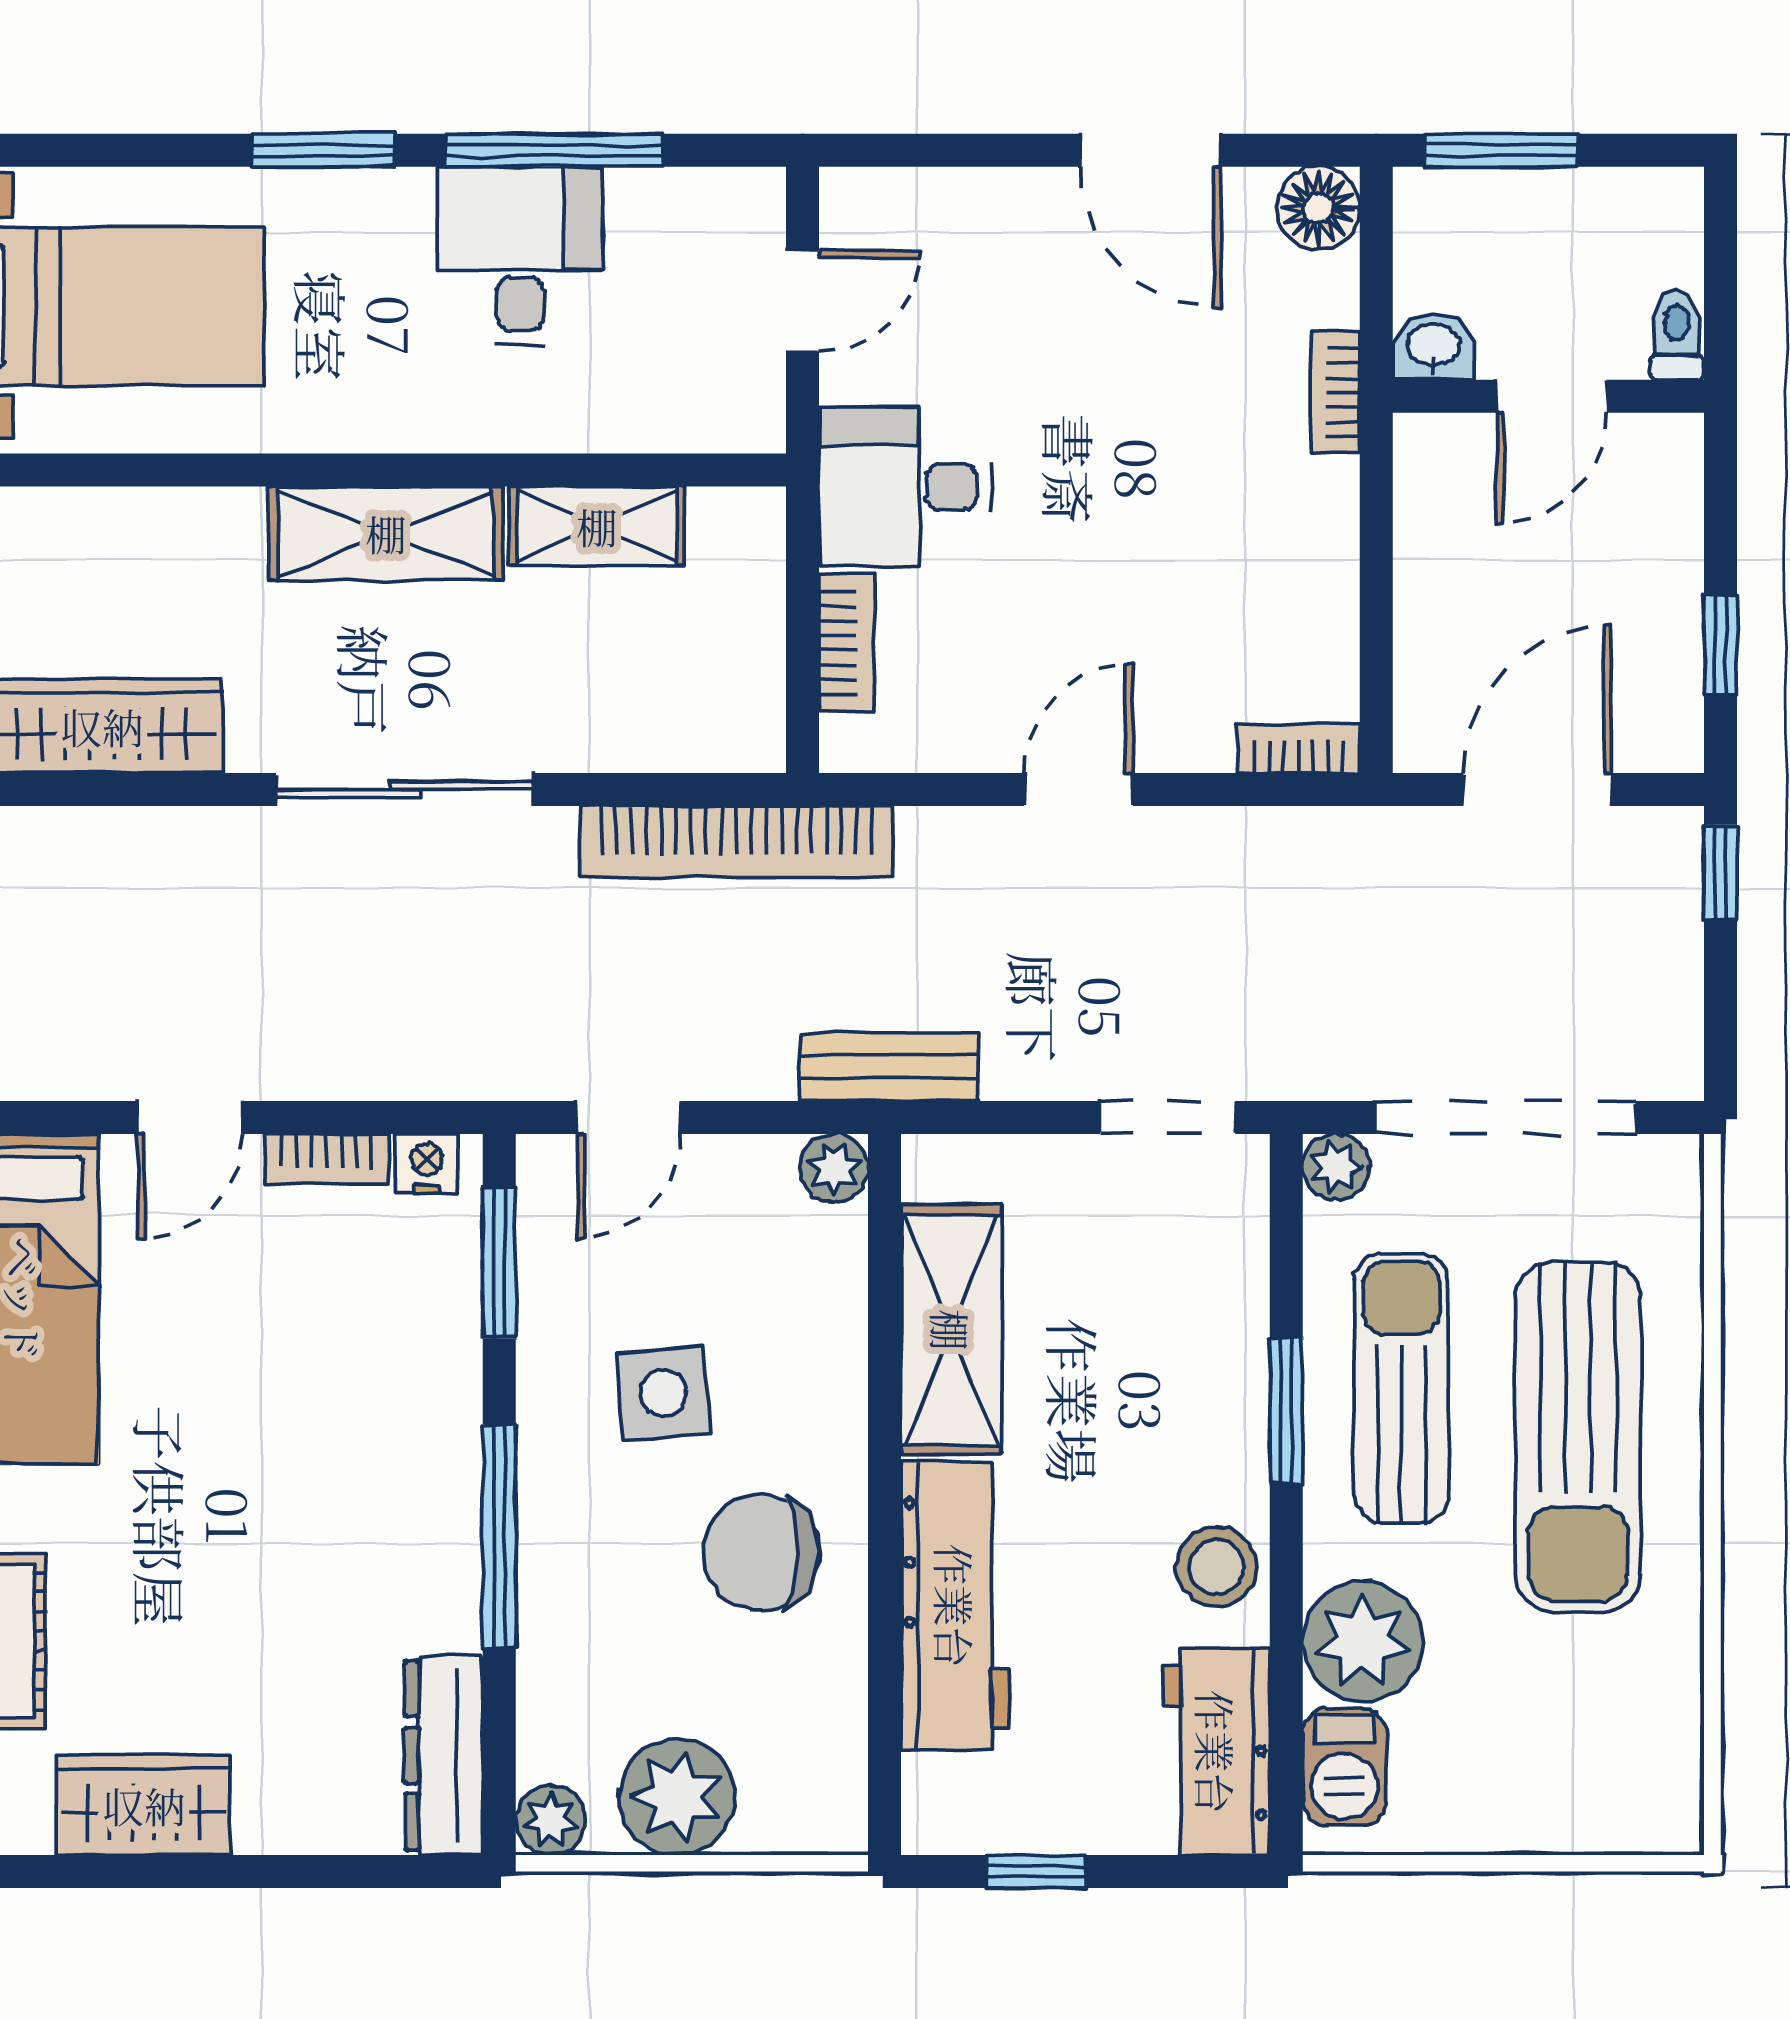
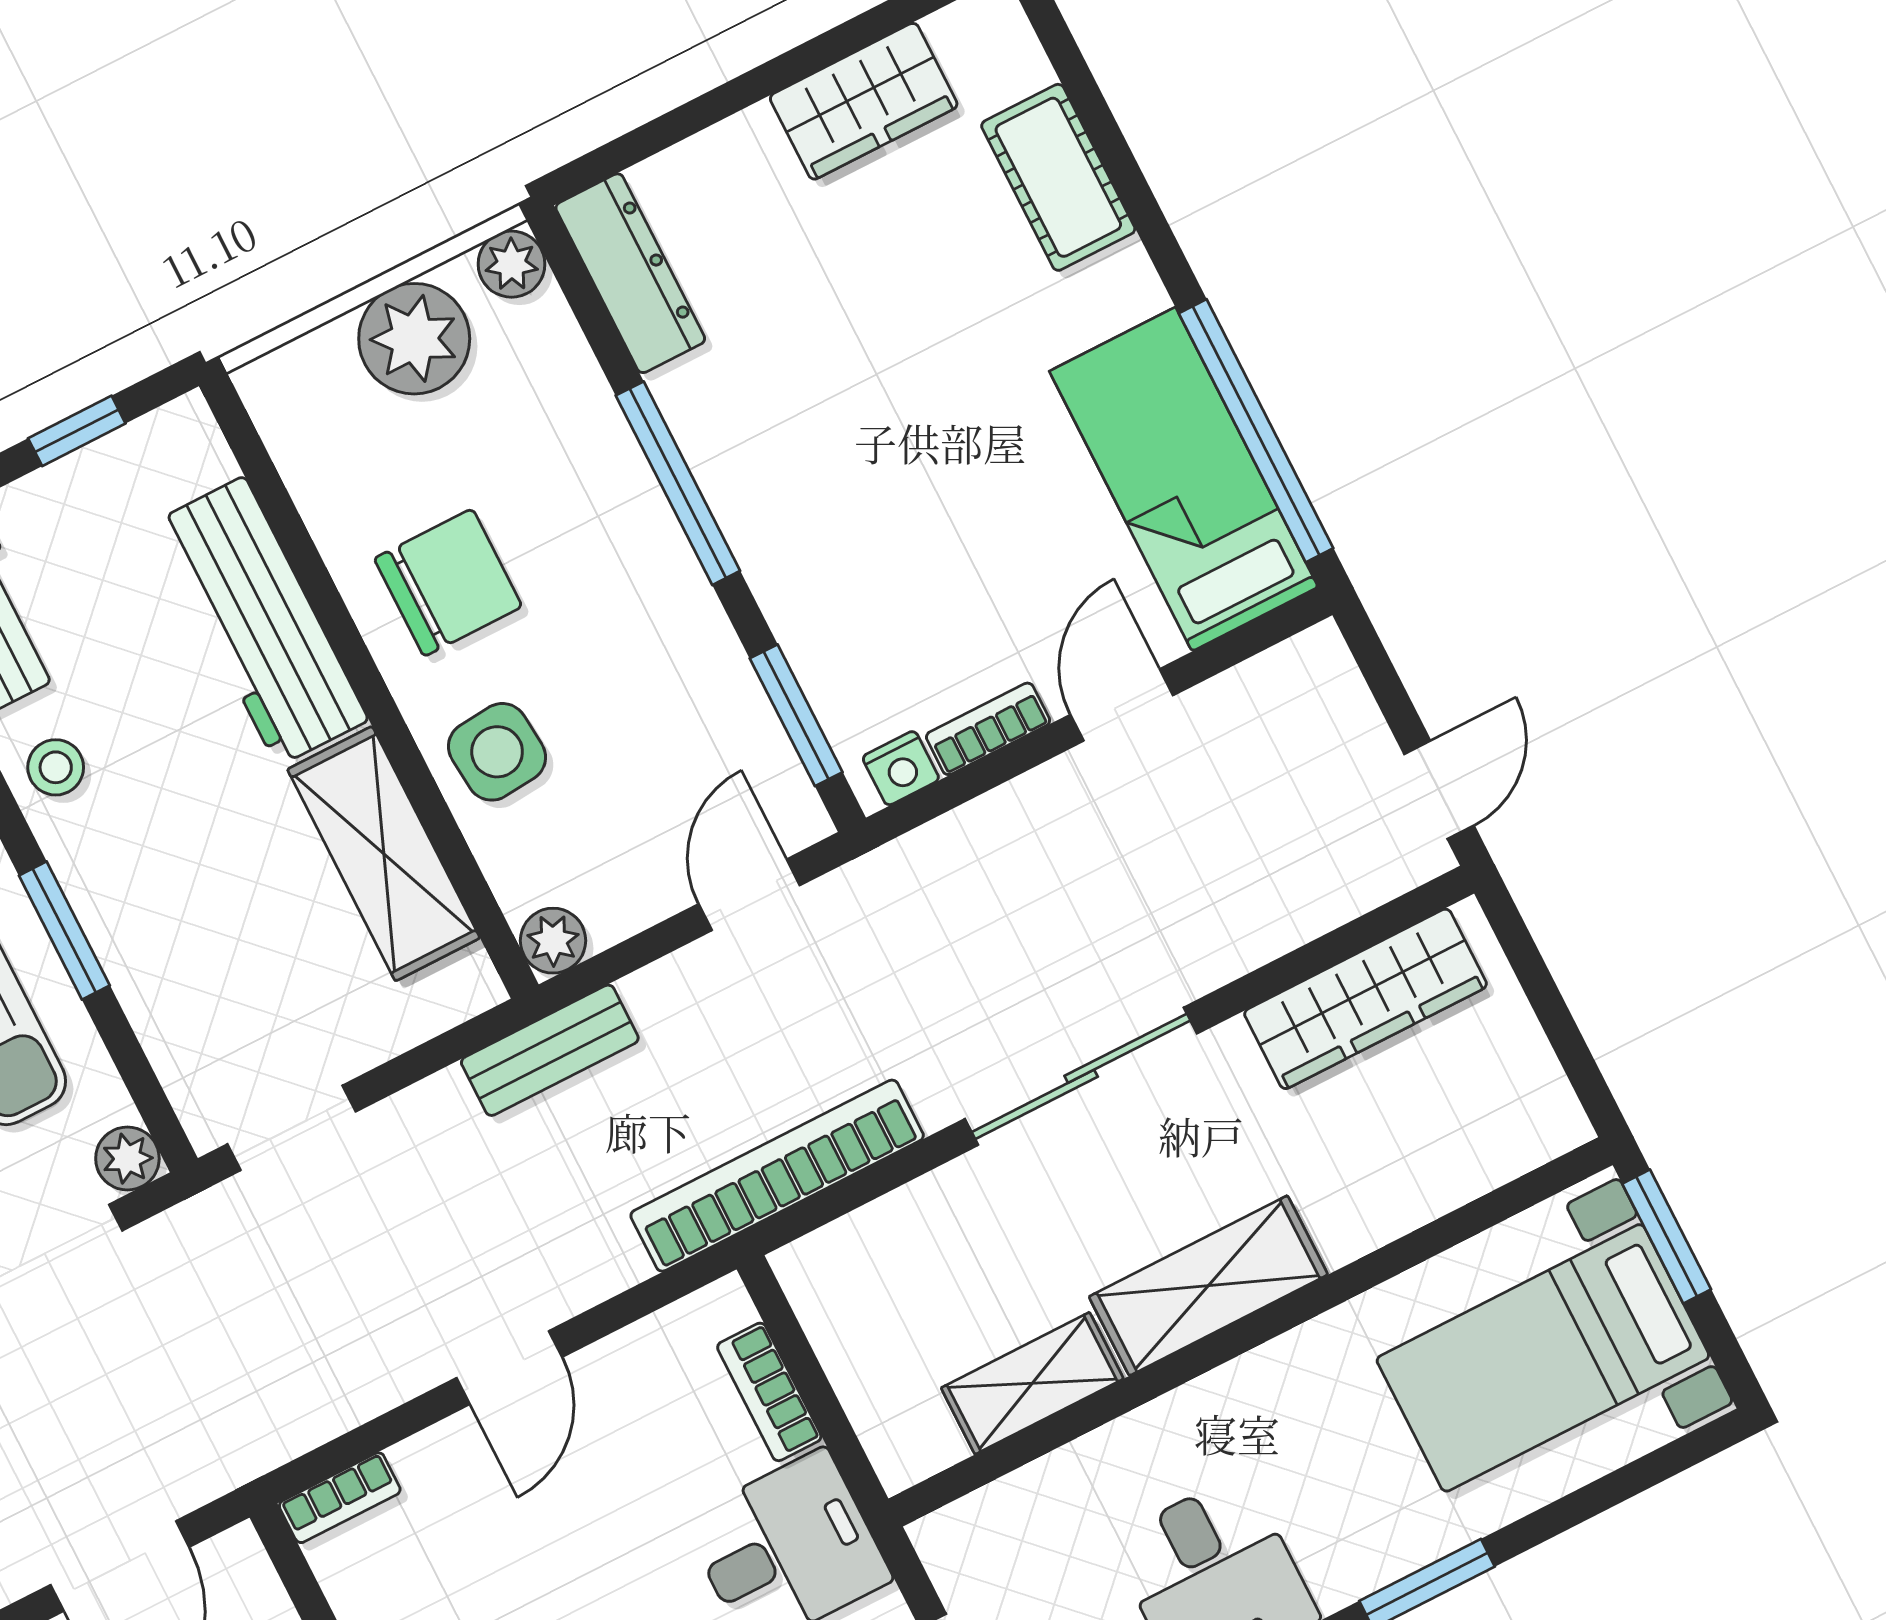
side table: (664, 1393) -> (497, 752), moved
stool: (1217, 1567) -> (56, 767), width x0.73, depth x0.73

